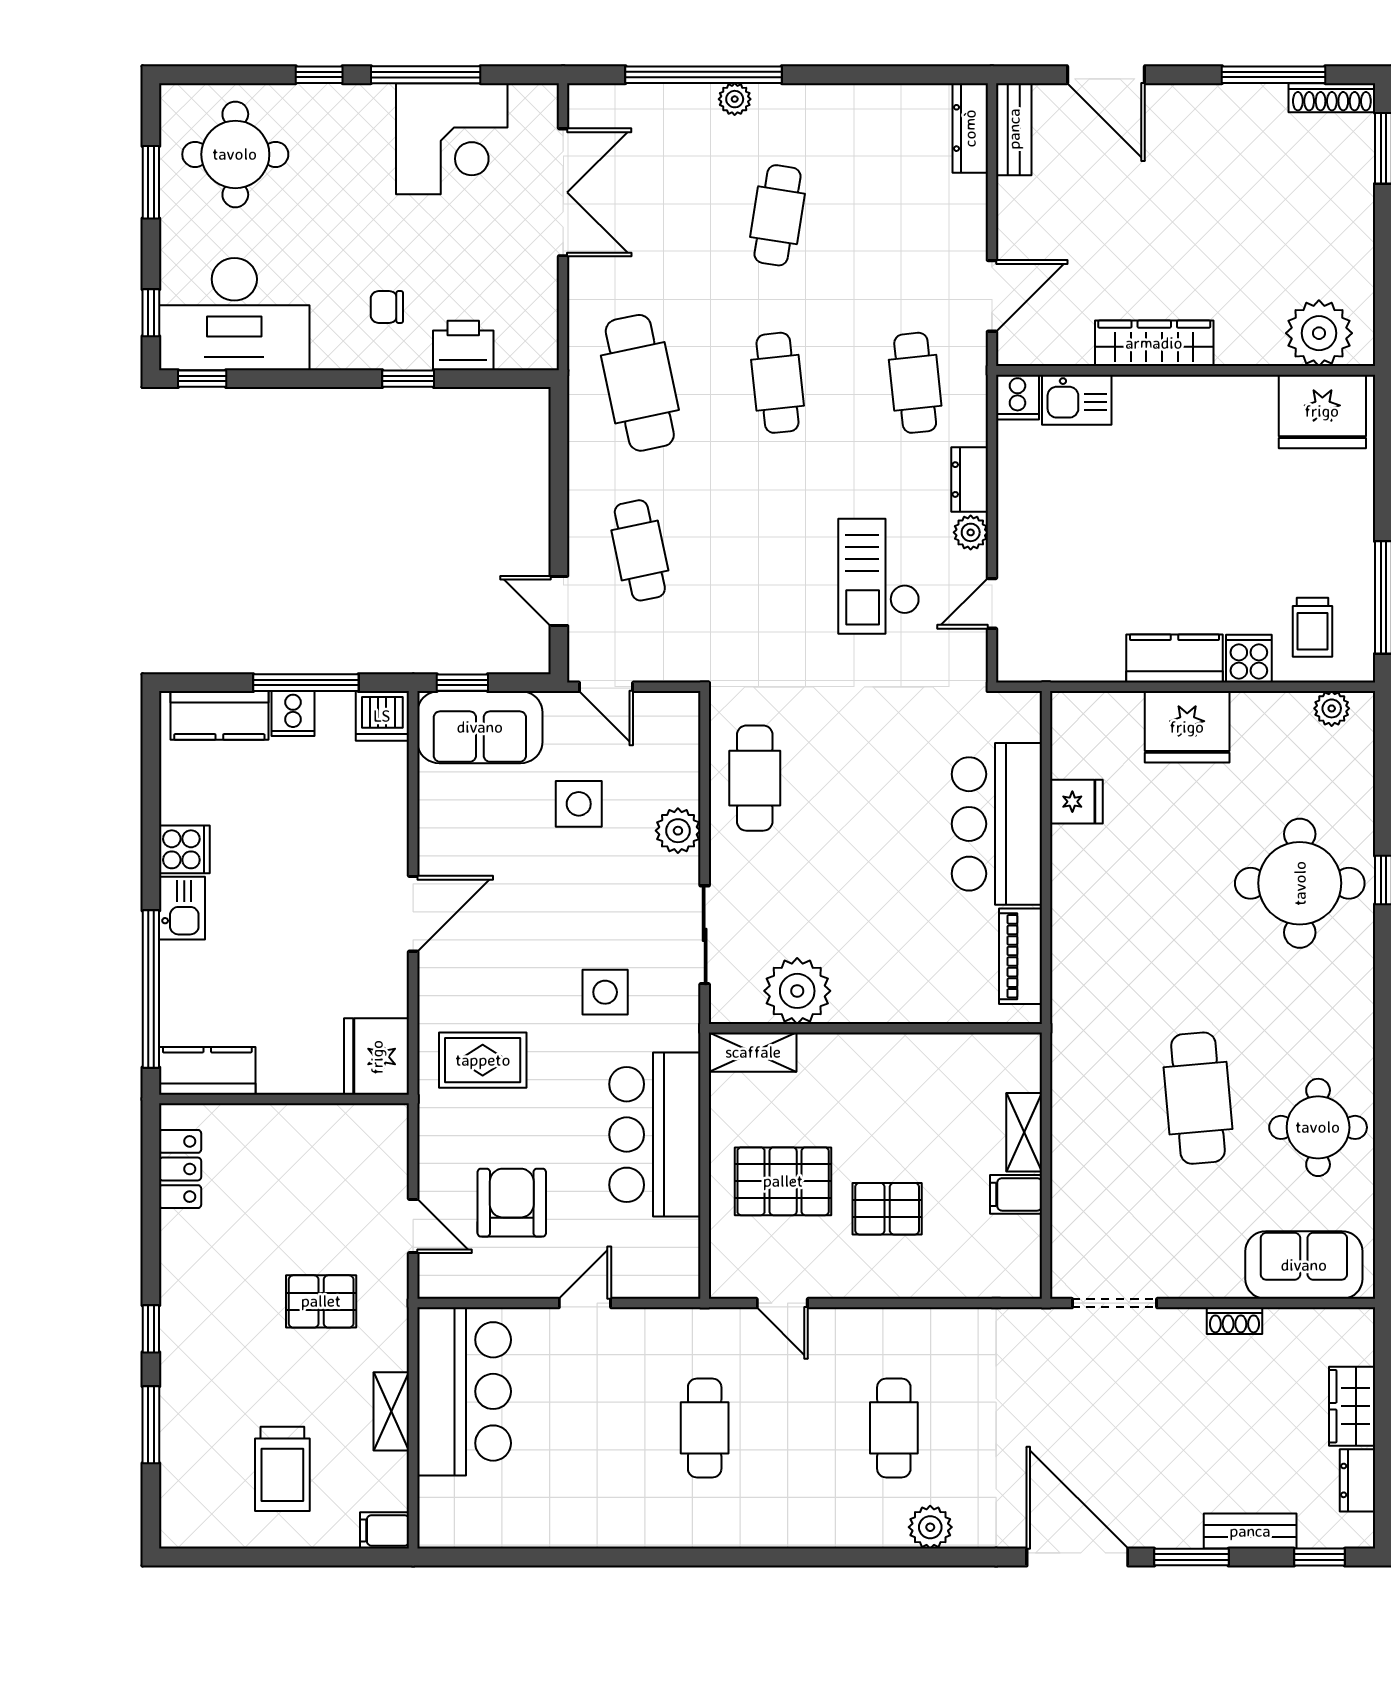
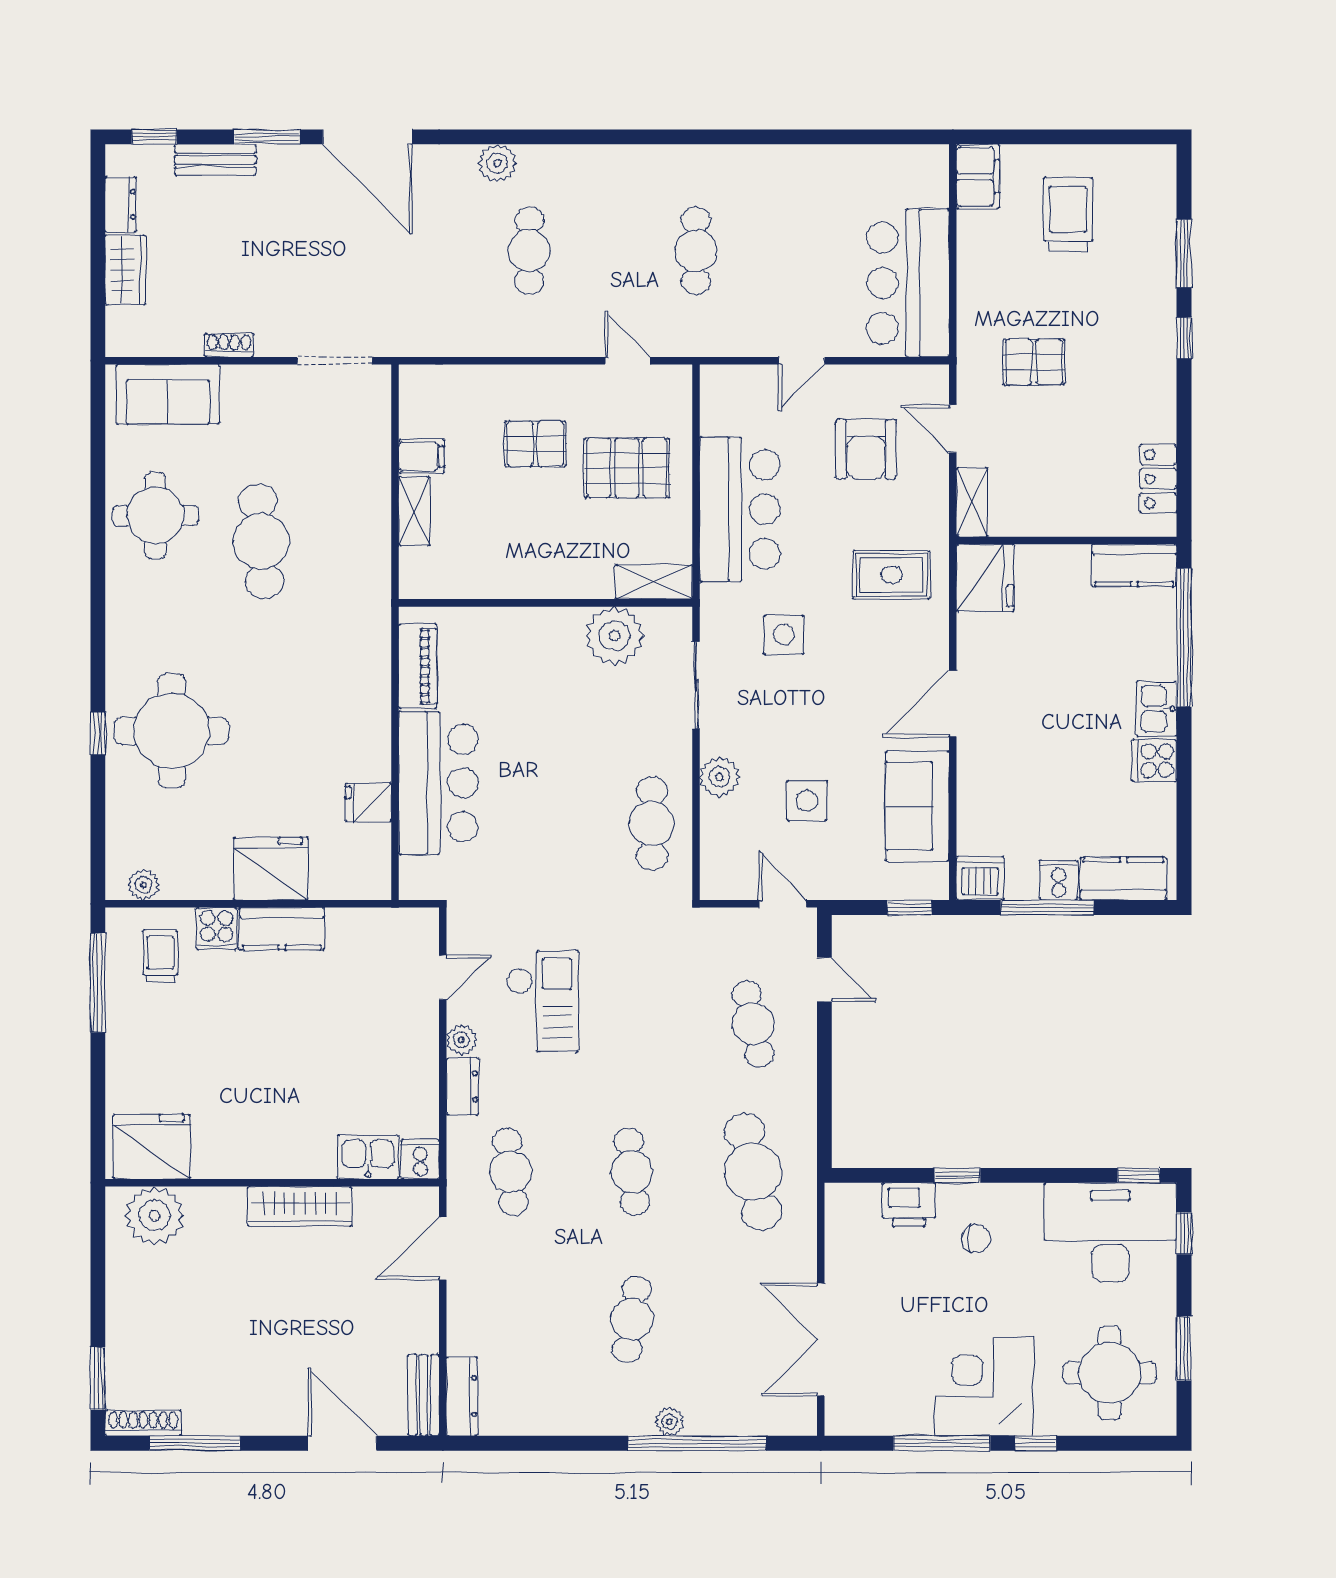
corner desk: (452, 139) -> (984, 1387), moved
sofa: (480, 727) -> (917, 806), moved, turned -90
shelving: (391, 1411) -> (972, 502), moved
filing cabinet: (385, 1530) -> (978, 176), width x2.00

